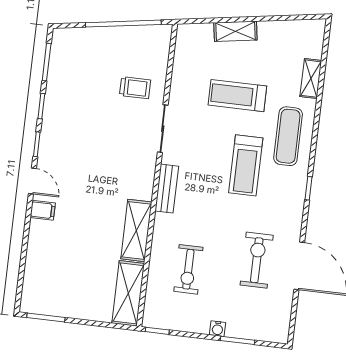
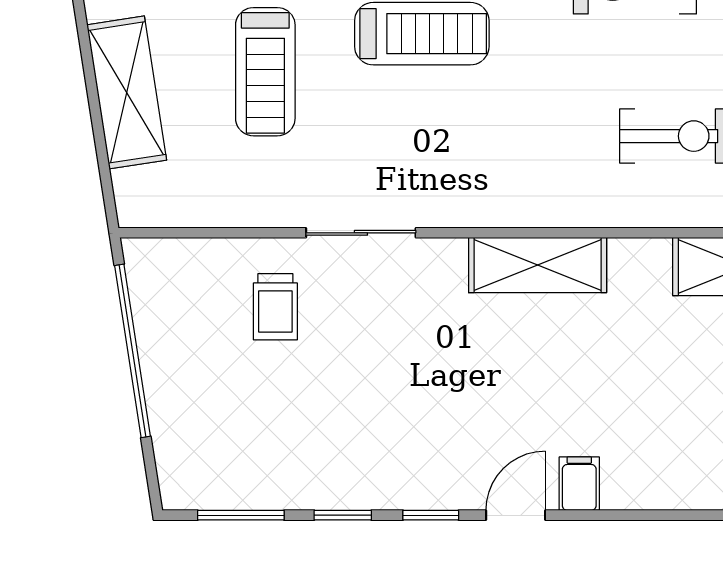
shelving: (235, 31) -> (127, 92), width x1.50, depth x1.33
trolley: (135, 88) -> (275, 307), turned 180
bench: (167, 189) -> (496, 207), removed
shelving: (136, 230) -> (538, 265), moved

